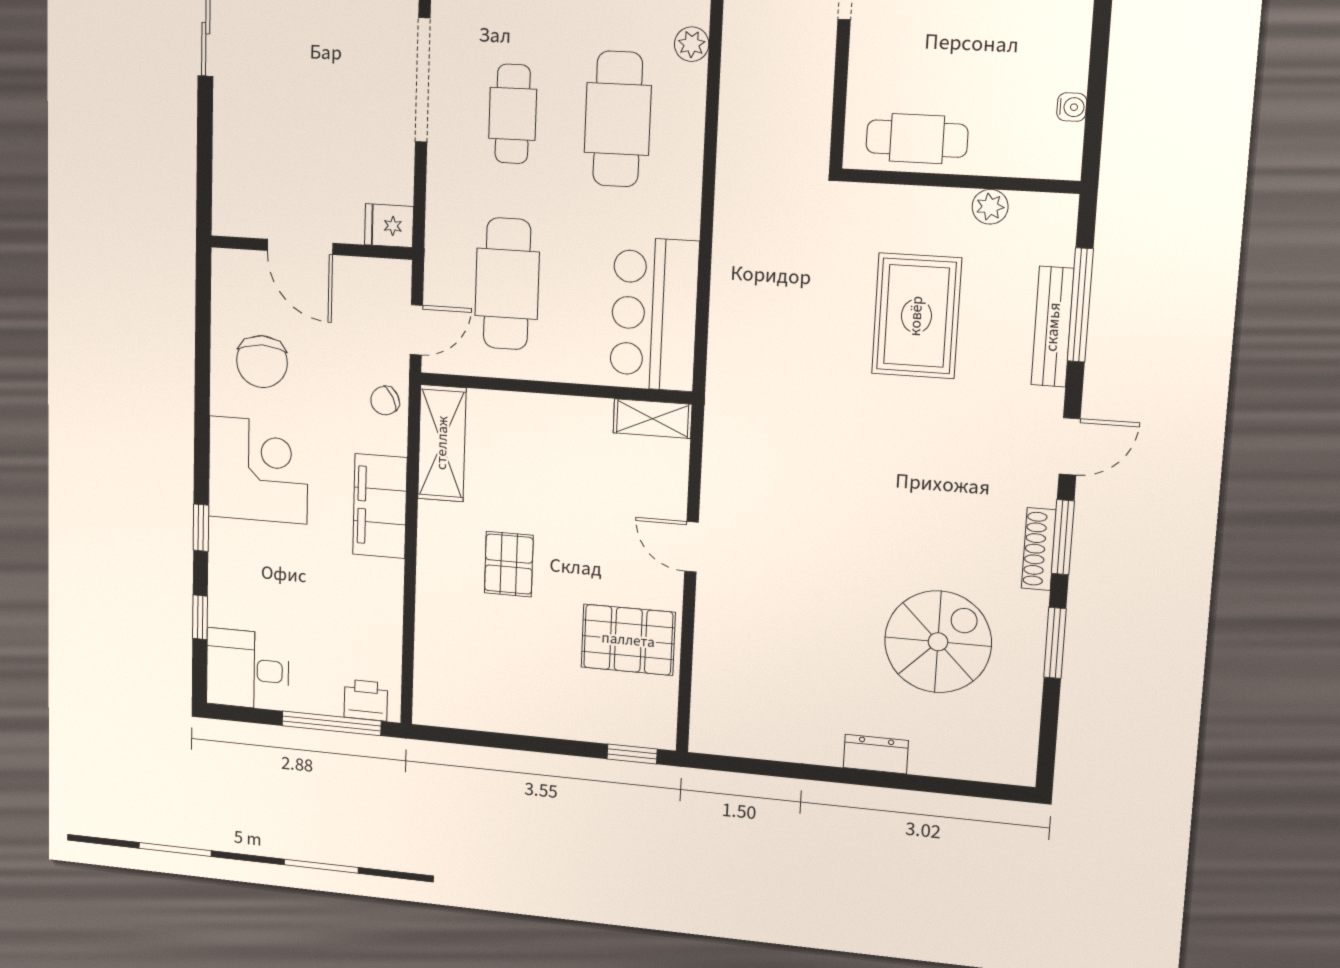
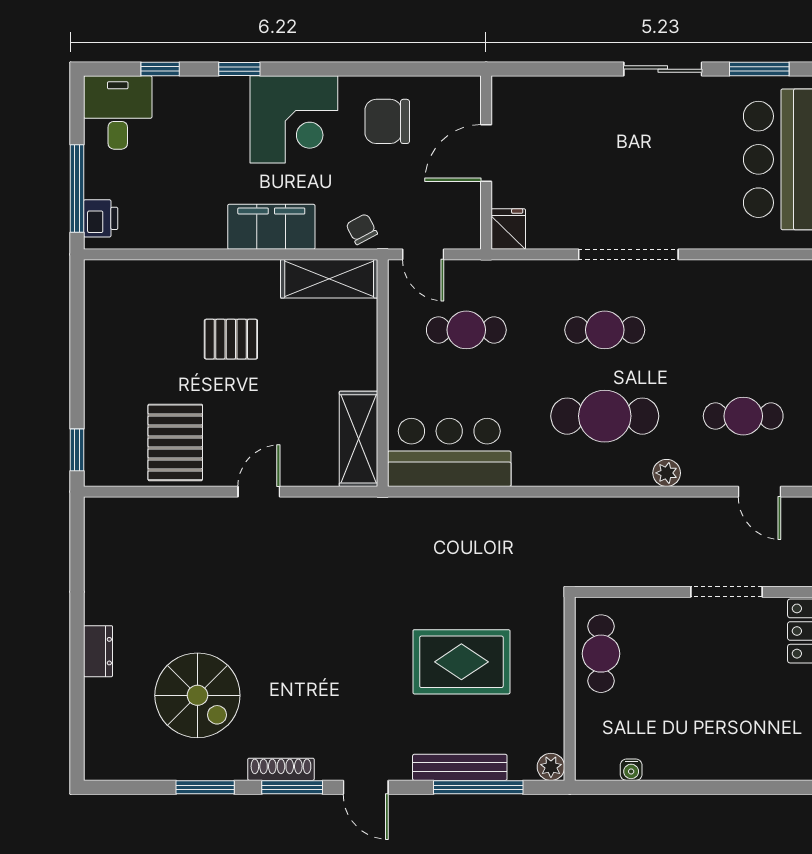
plant: (990, 207) -> (551, 767), moved
cafe table: (507, 284) -> (466, 330), width x0.73, depth x0.74
shelving: (652, 419) -> (358, 439), width x1.50, depth x1.33

